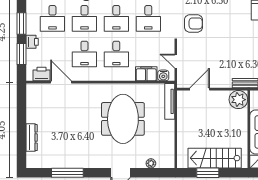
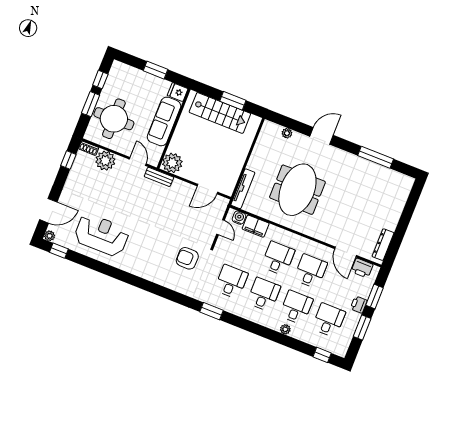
dresser: (32, 138) -> (383, 245), moved

